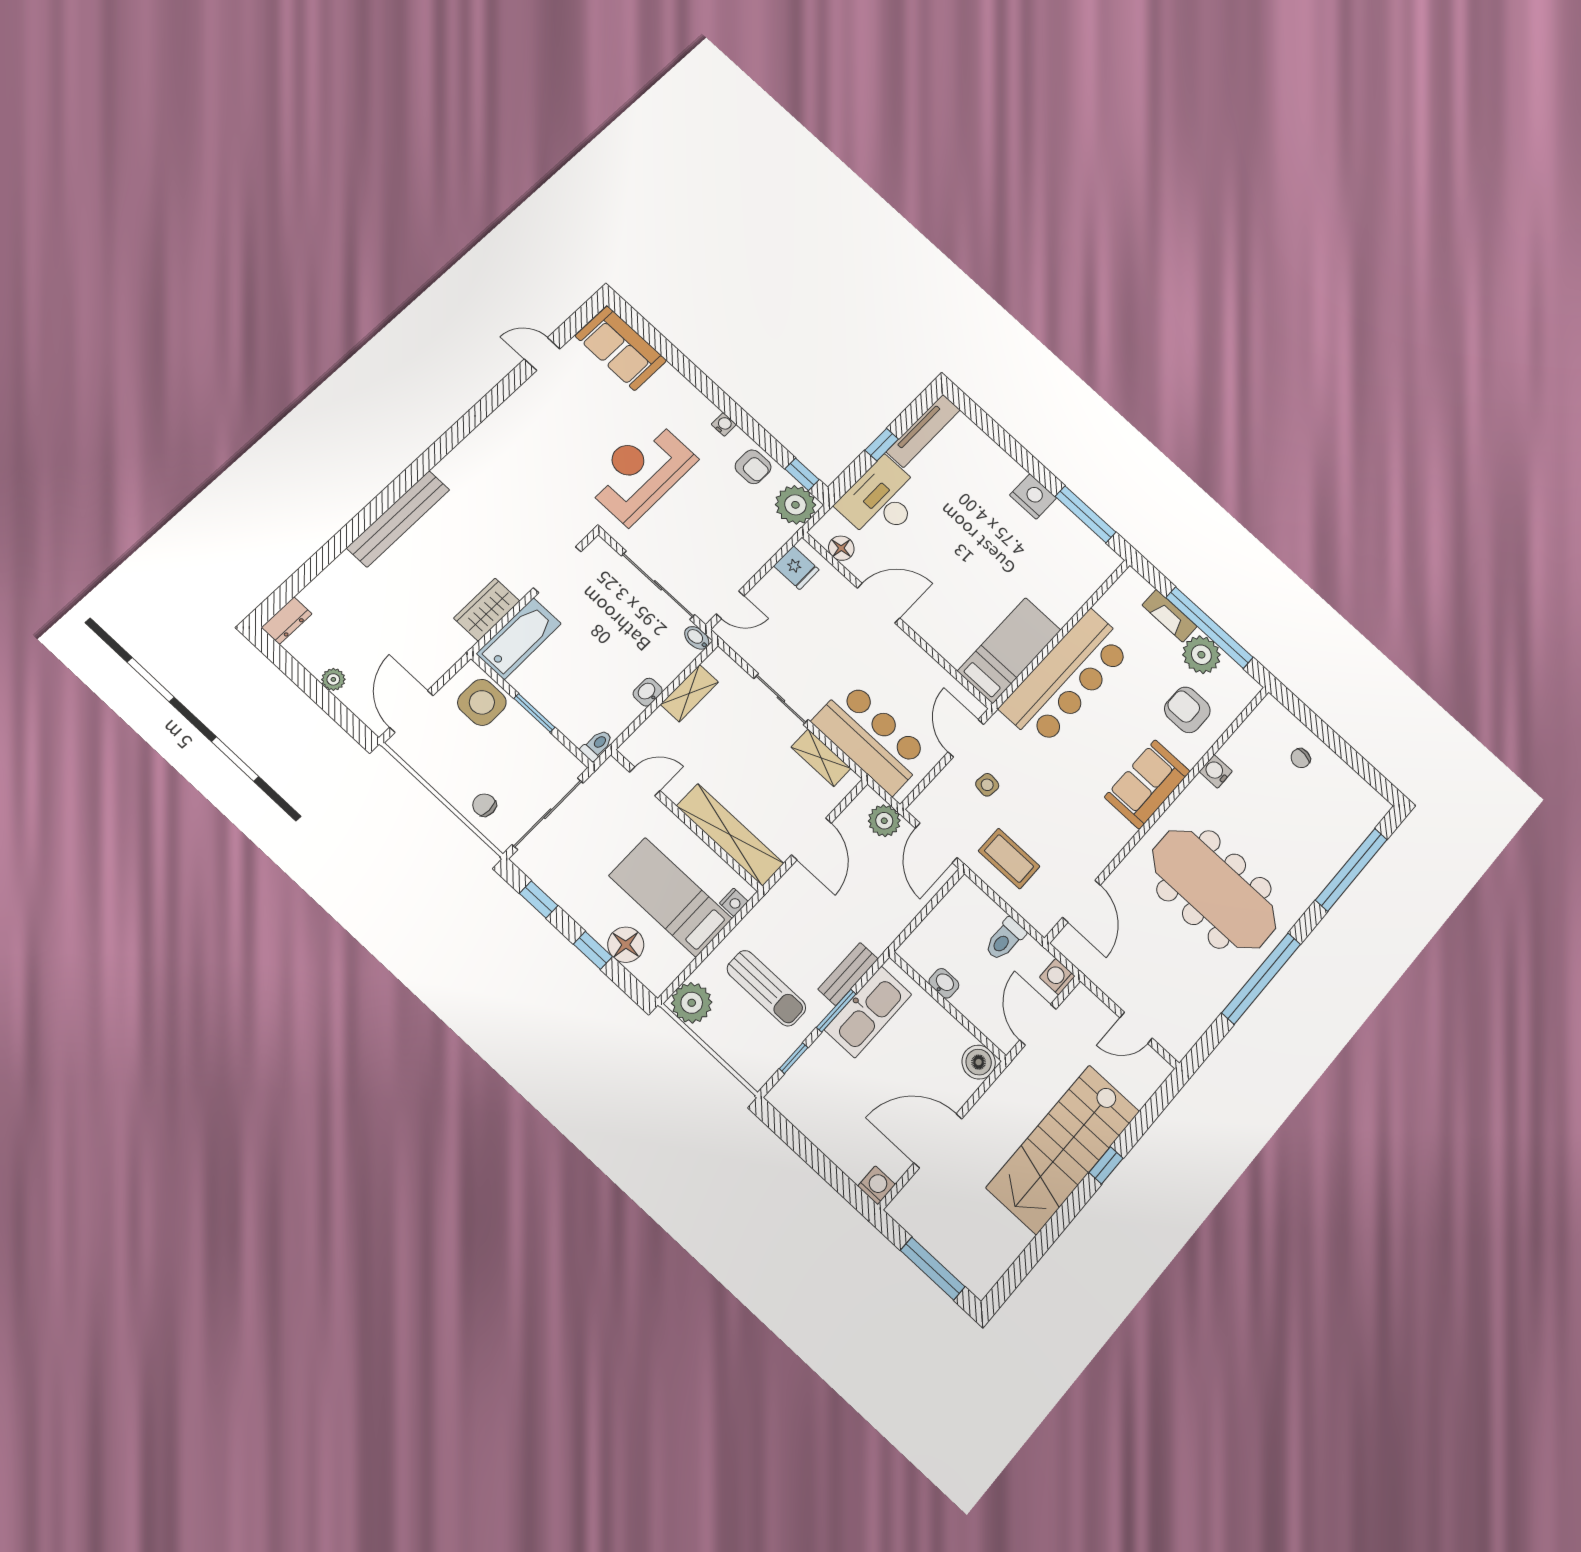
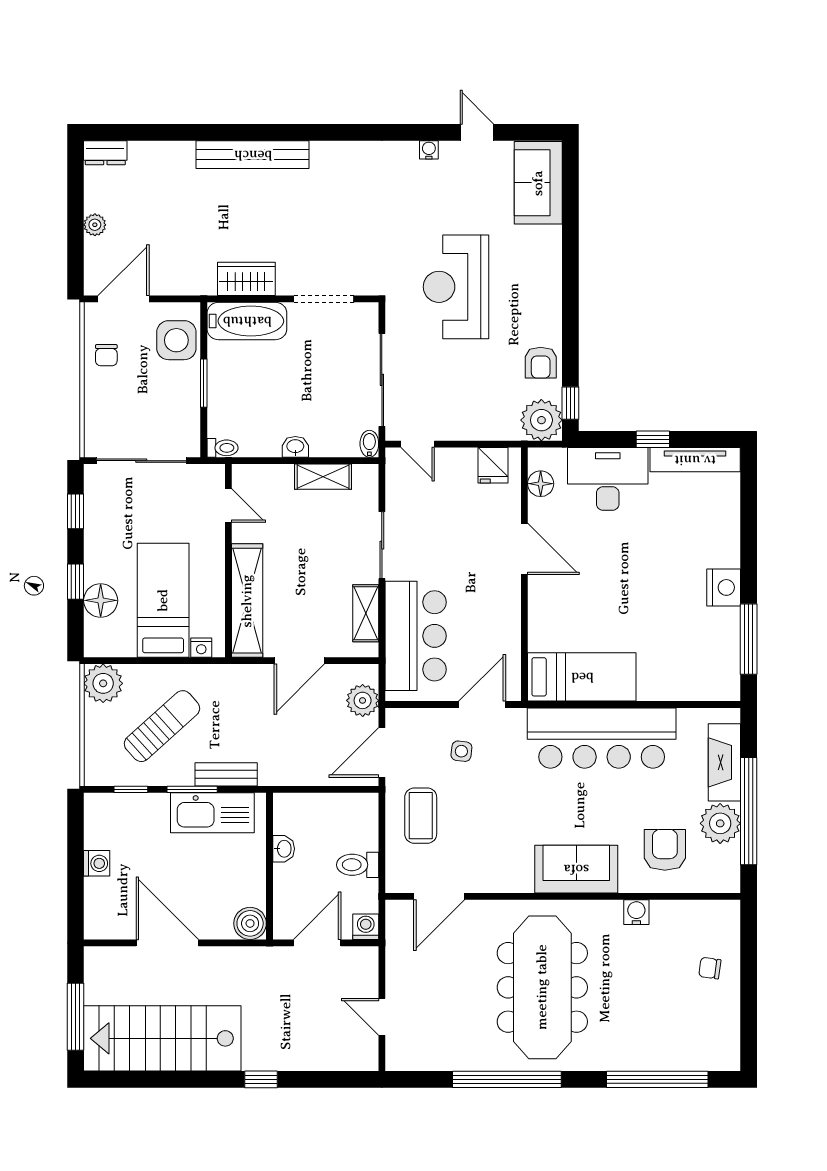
water cooler: (724, 424) -> (429, 150), moved, turned -90
reception desk: (640, 472) -> (456, 287), turned -90
fireplace: (1170, 616) -> (724, 762), width x1.37, depth x1.32
chair: (484, 805) -> (106, 355), moved, turned 180
sun lounger: (766, 988) -> (162, 726), turned -132
stairs: (1063, 1149) -> (162, 1038), moved
washing machine: (877, 1185) -> (97, 863), moved

